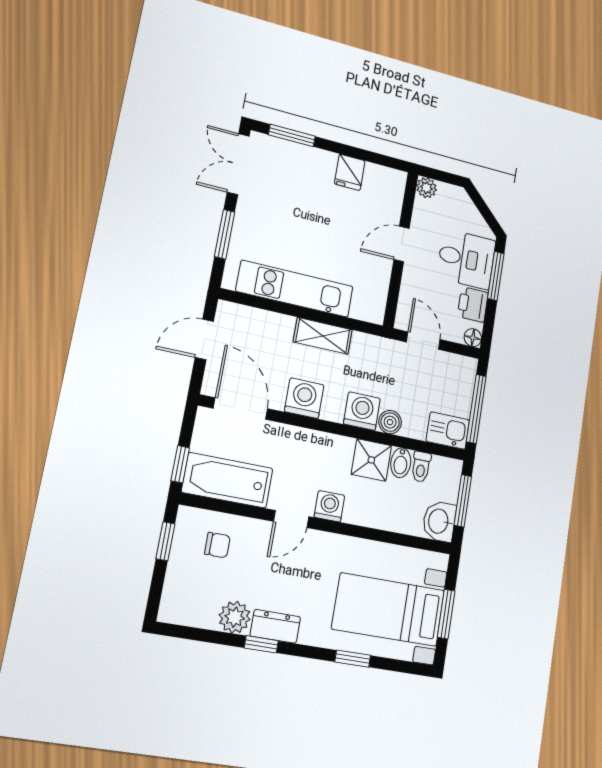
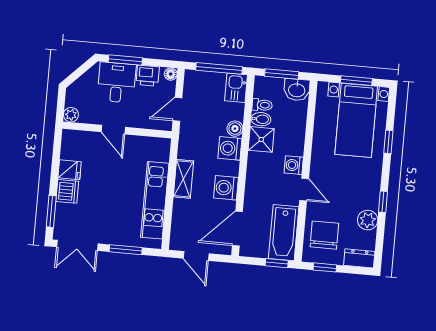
dishwasher: (319, 164) -> (67, 191), added
chair: (217, 545) -> (324, 235), width x1.87, depth x1.87
dresser: (275, 626) -> (359, 258), moved, turned 90

